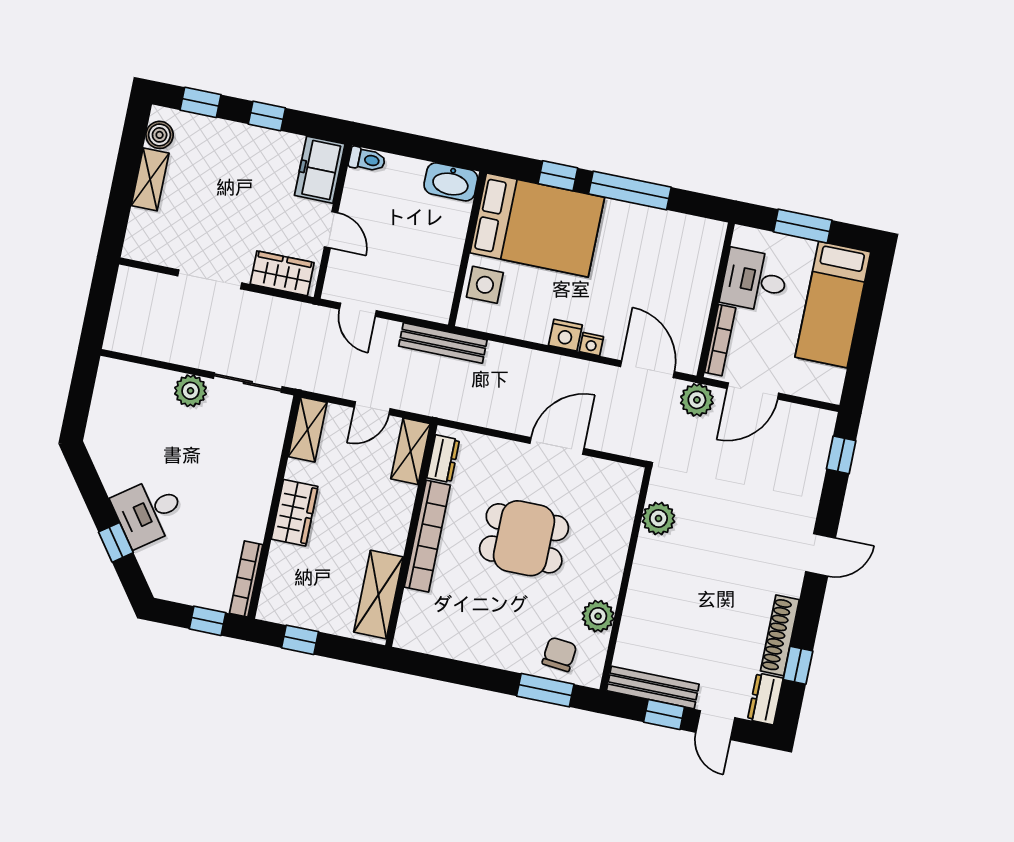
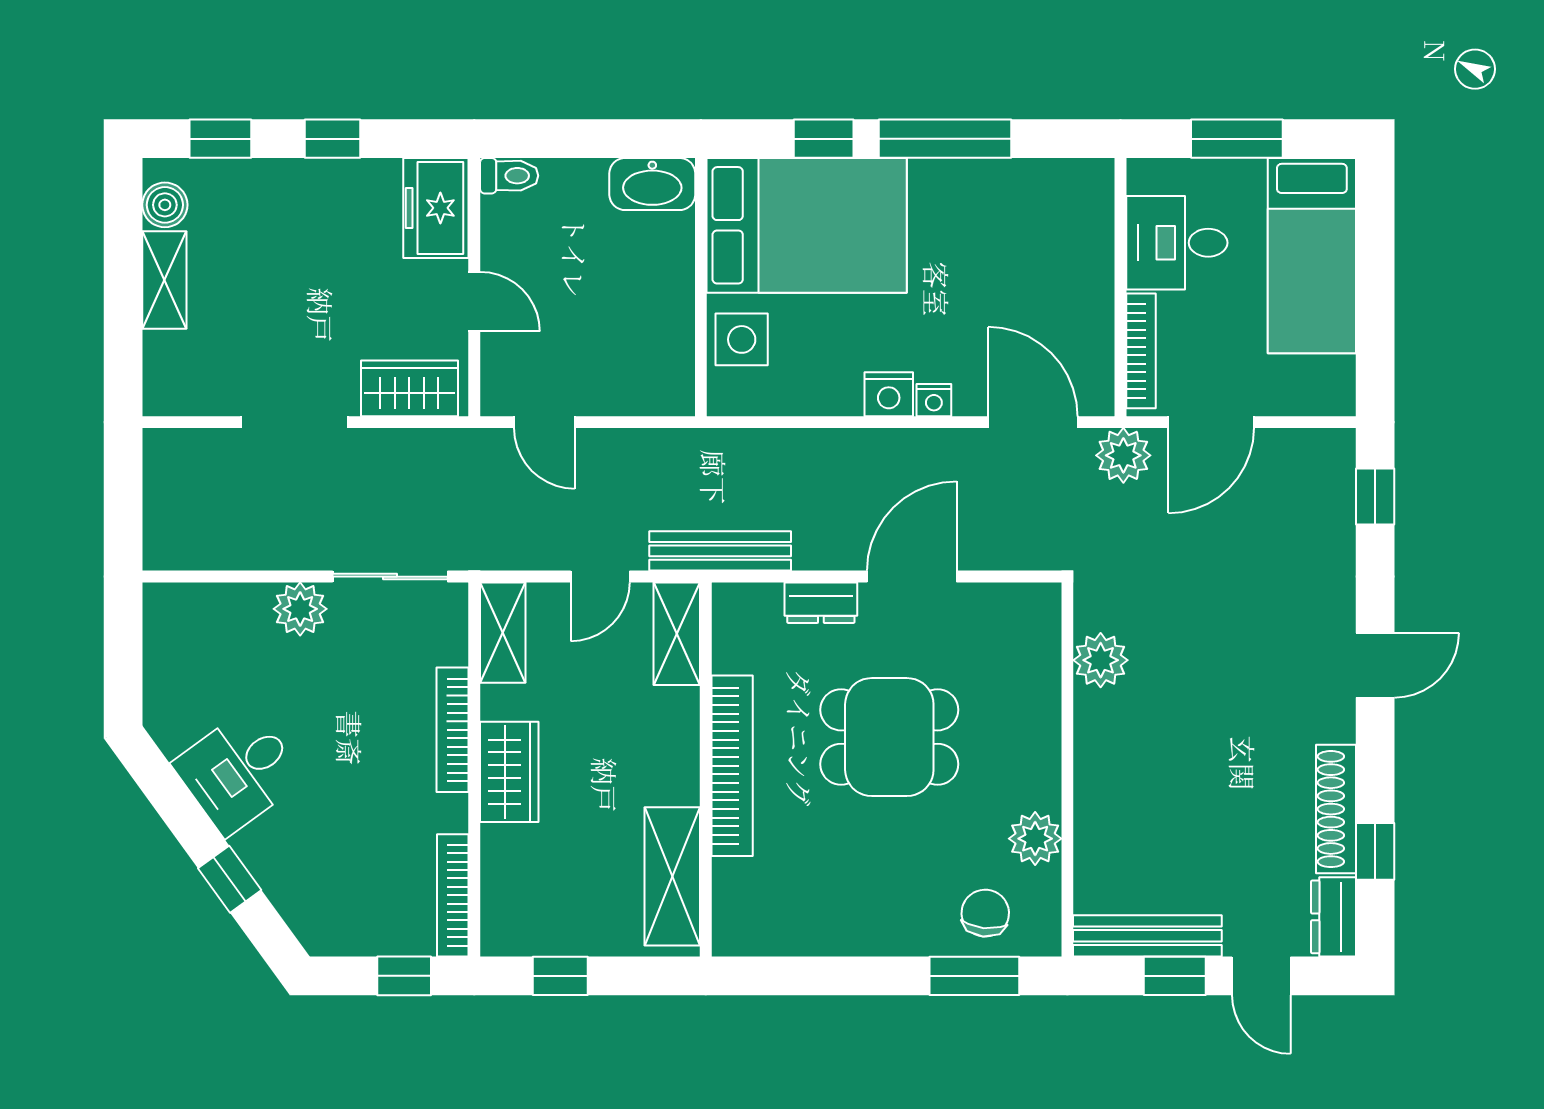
bench: (443, 343) -> (720, 551), moved
dresser: (443, 459) -> (821, 603), moved, turned 90
bookcase: (266, 481) -> (452, 730), added
desk: (149, 512) -> (239, 771), moved

